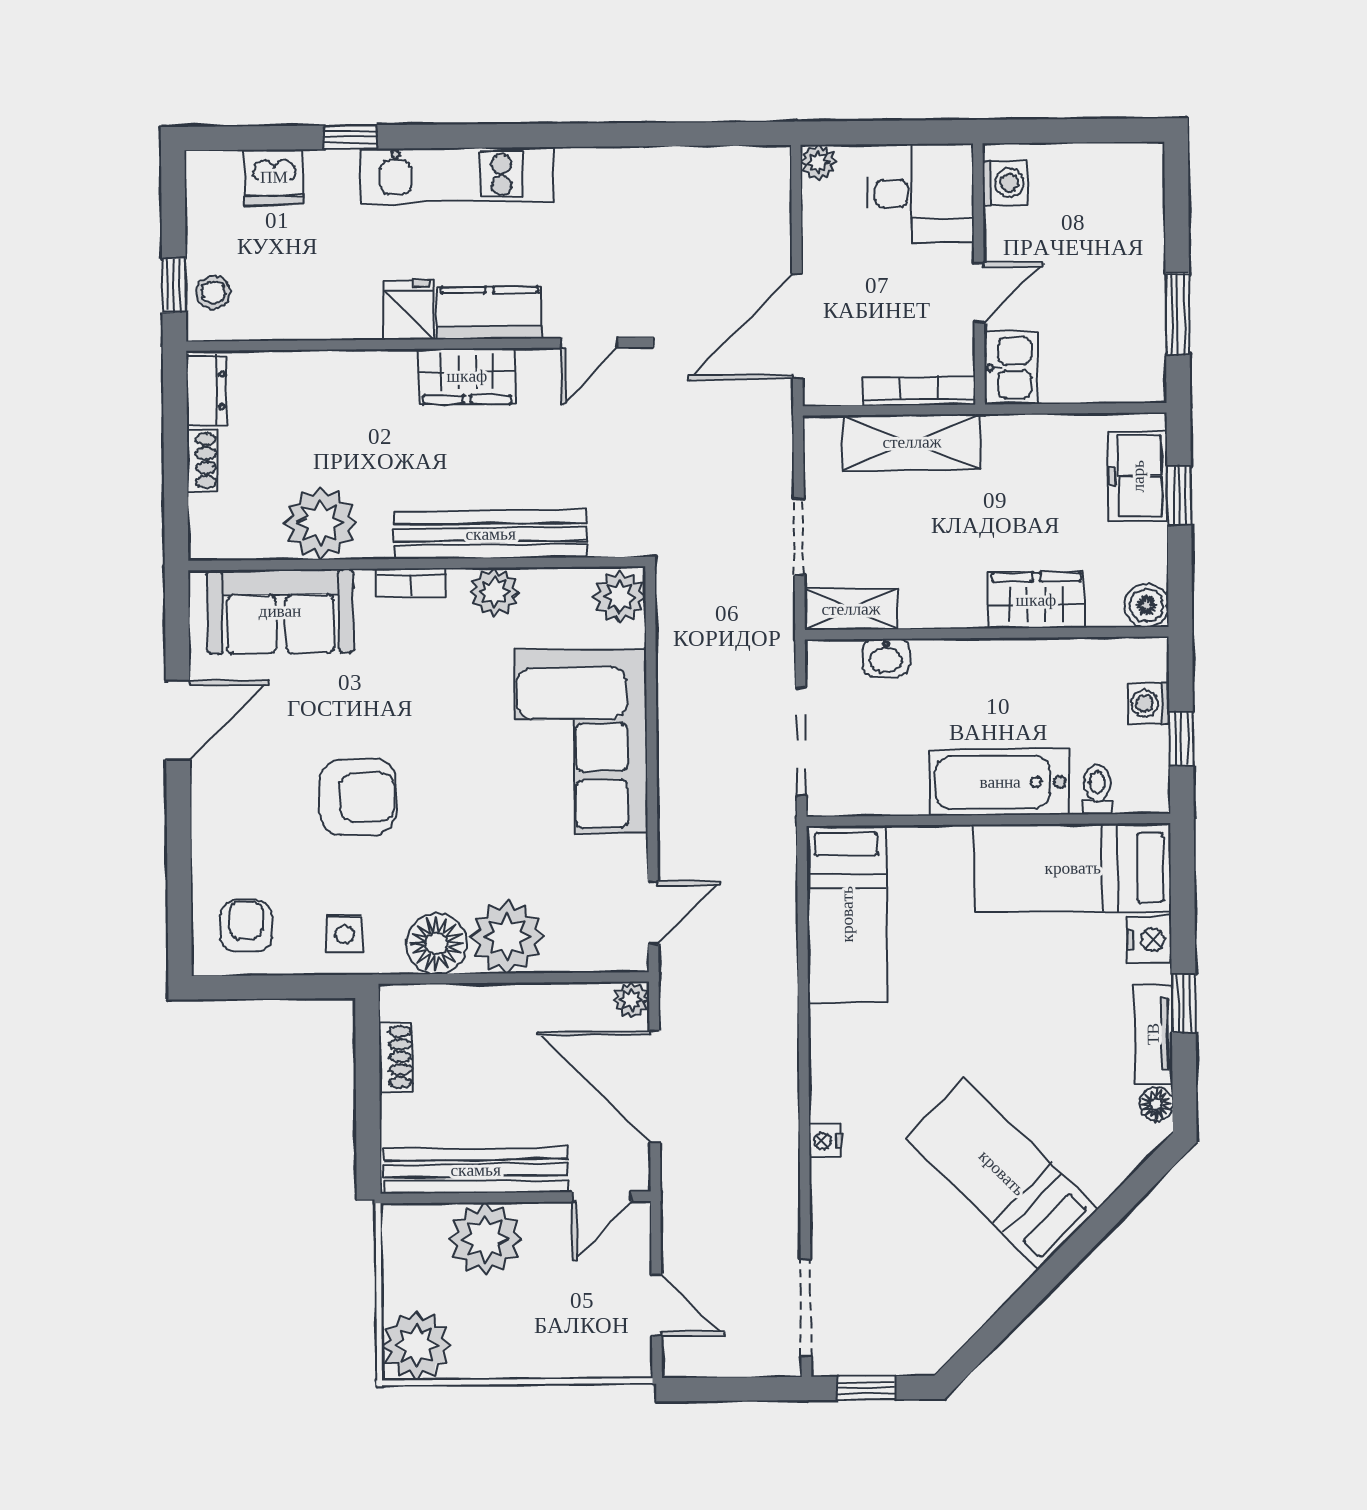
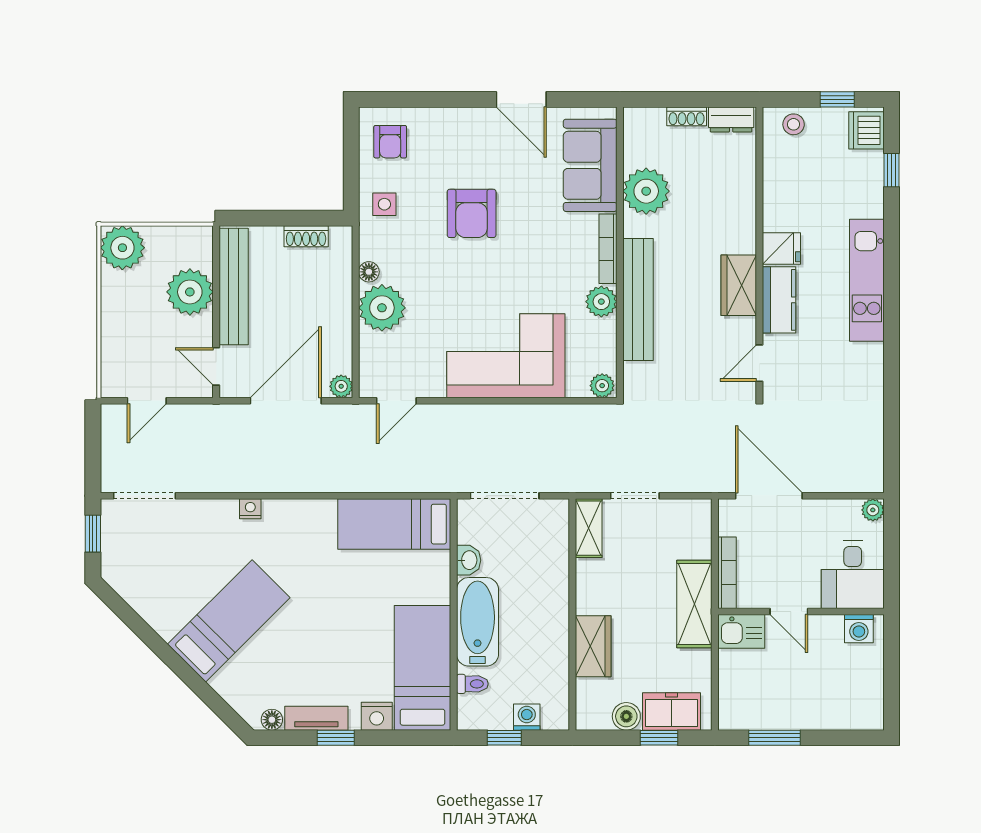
window: (351, 137) -> (891, 170), moved
dishwasher: (274, 177) -> (867, 130), moved
window: (174, 285) -> (837, 99), moved
door: (589, 343) -> (759, 363), hinge flipped
shelving: (912, 442) -> (694, 604), moved
bookcase: (411, 582) -> (608, 249), width x1.56
plant: (620, 597) -> (602, 386), width x0.73, depth x0.73
boiler: (1147, 605) -> (626, 716), moved
washbasin: (886, 658) -> (469, 560), moved, turned 180
door: (653, 913) -> (396, 401), hinge flipped
armchair: (246, 926) -> (390, 142), turned 90
floor lamp: (436, 944) -> (369, 272), width x0.53, depth x0.53

